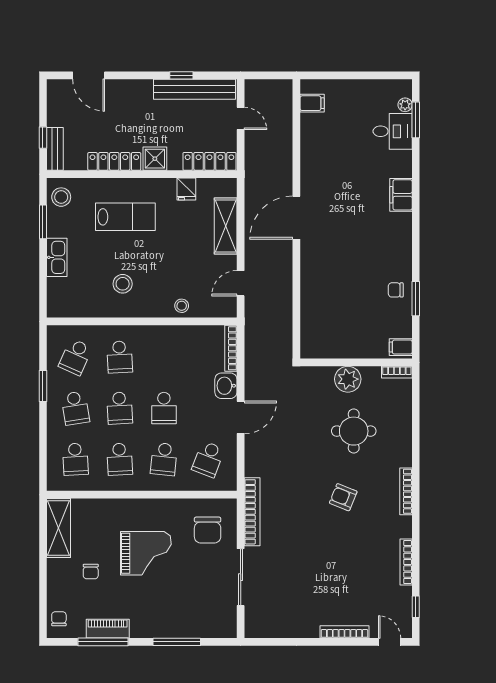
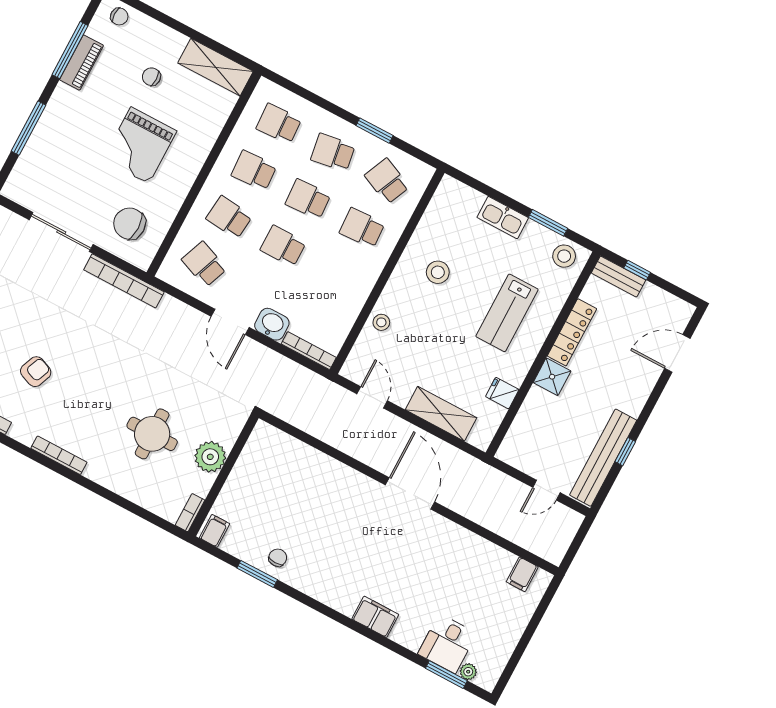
locker: (209, 161) -> (518, 433), removed
armchair: (343, 497) -> (36, 372), moved

